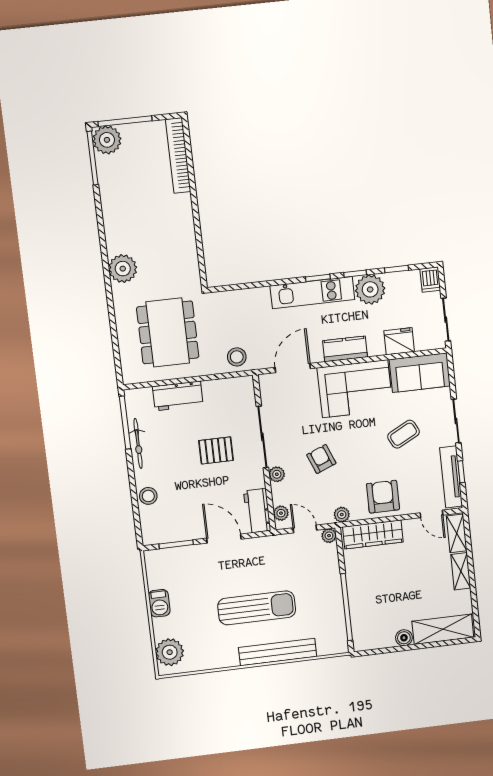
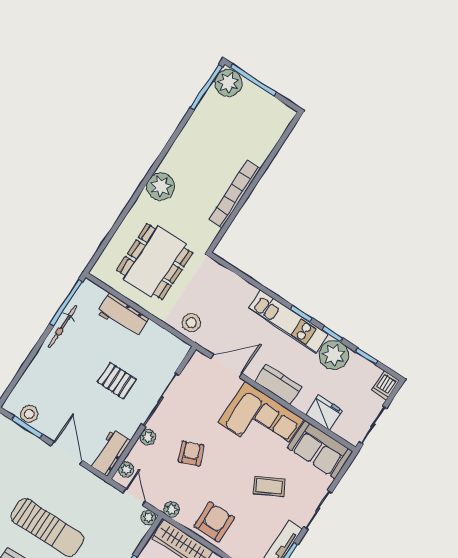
bookcase: (178, 155) -> (235, 194), moved
stool: (148, 496) -> (29, 414), moved

